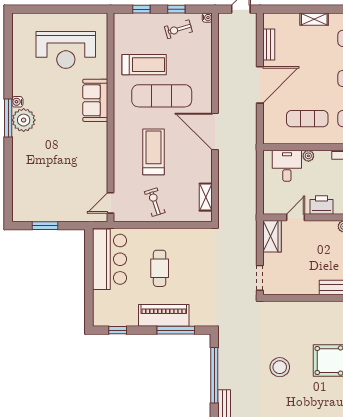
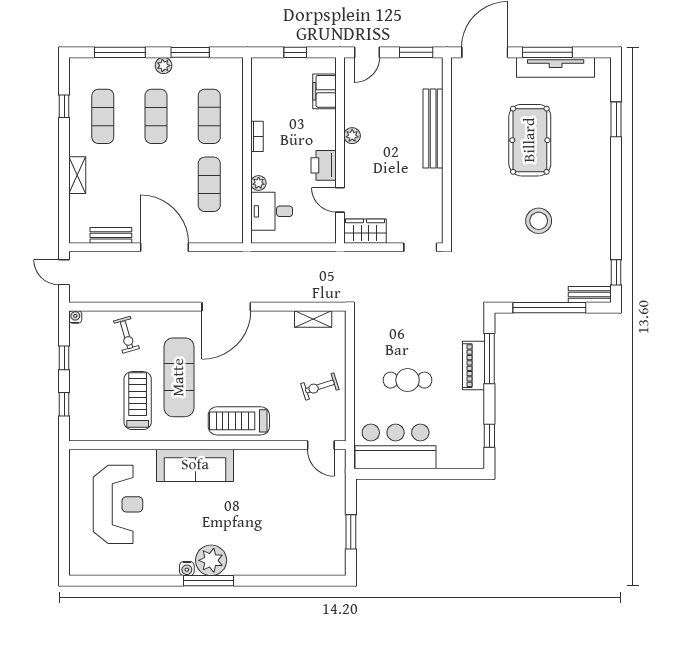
exercise bike: (178, 29) -> (127, 335), moved
sofa: (95, 100) -> (195, 465), width x1.36
treadmill: (154, 152) -> (239, 421), moved
piano: (164, 315) -> (474, 366), width x0.73, depth x0.75

